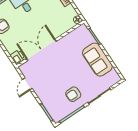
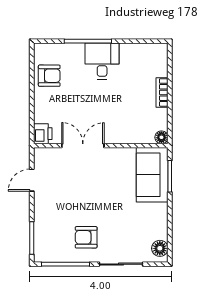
double door: (41, 50) -> (83, 146), width x0.73
sofa: (97, 60) -> (152, 175), moved
floor lamp: (113, 75) -> (160, 248), added

